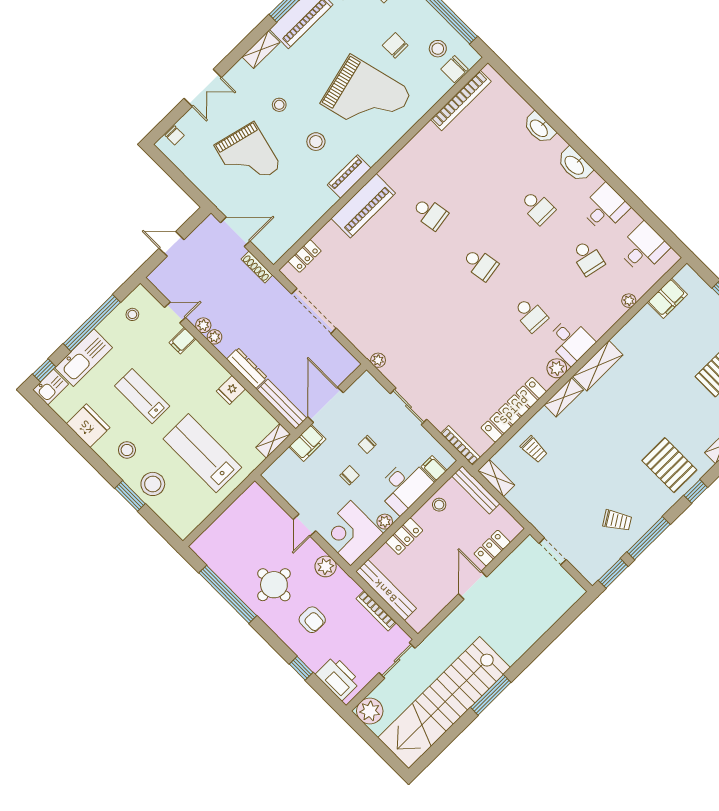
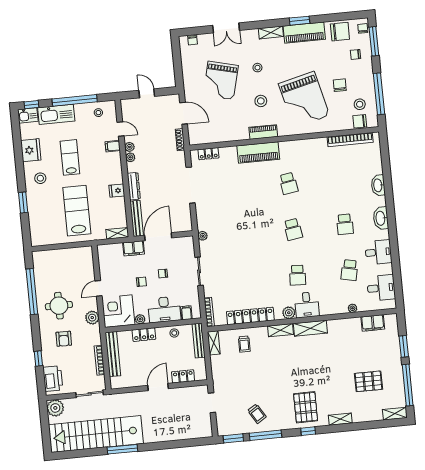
stool: (153, 484) -> (39, 206), removed

